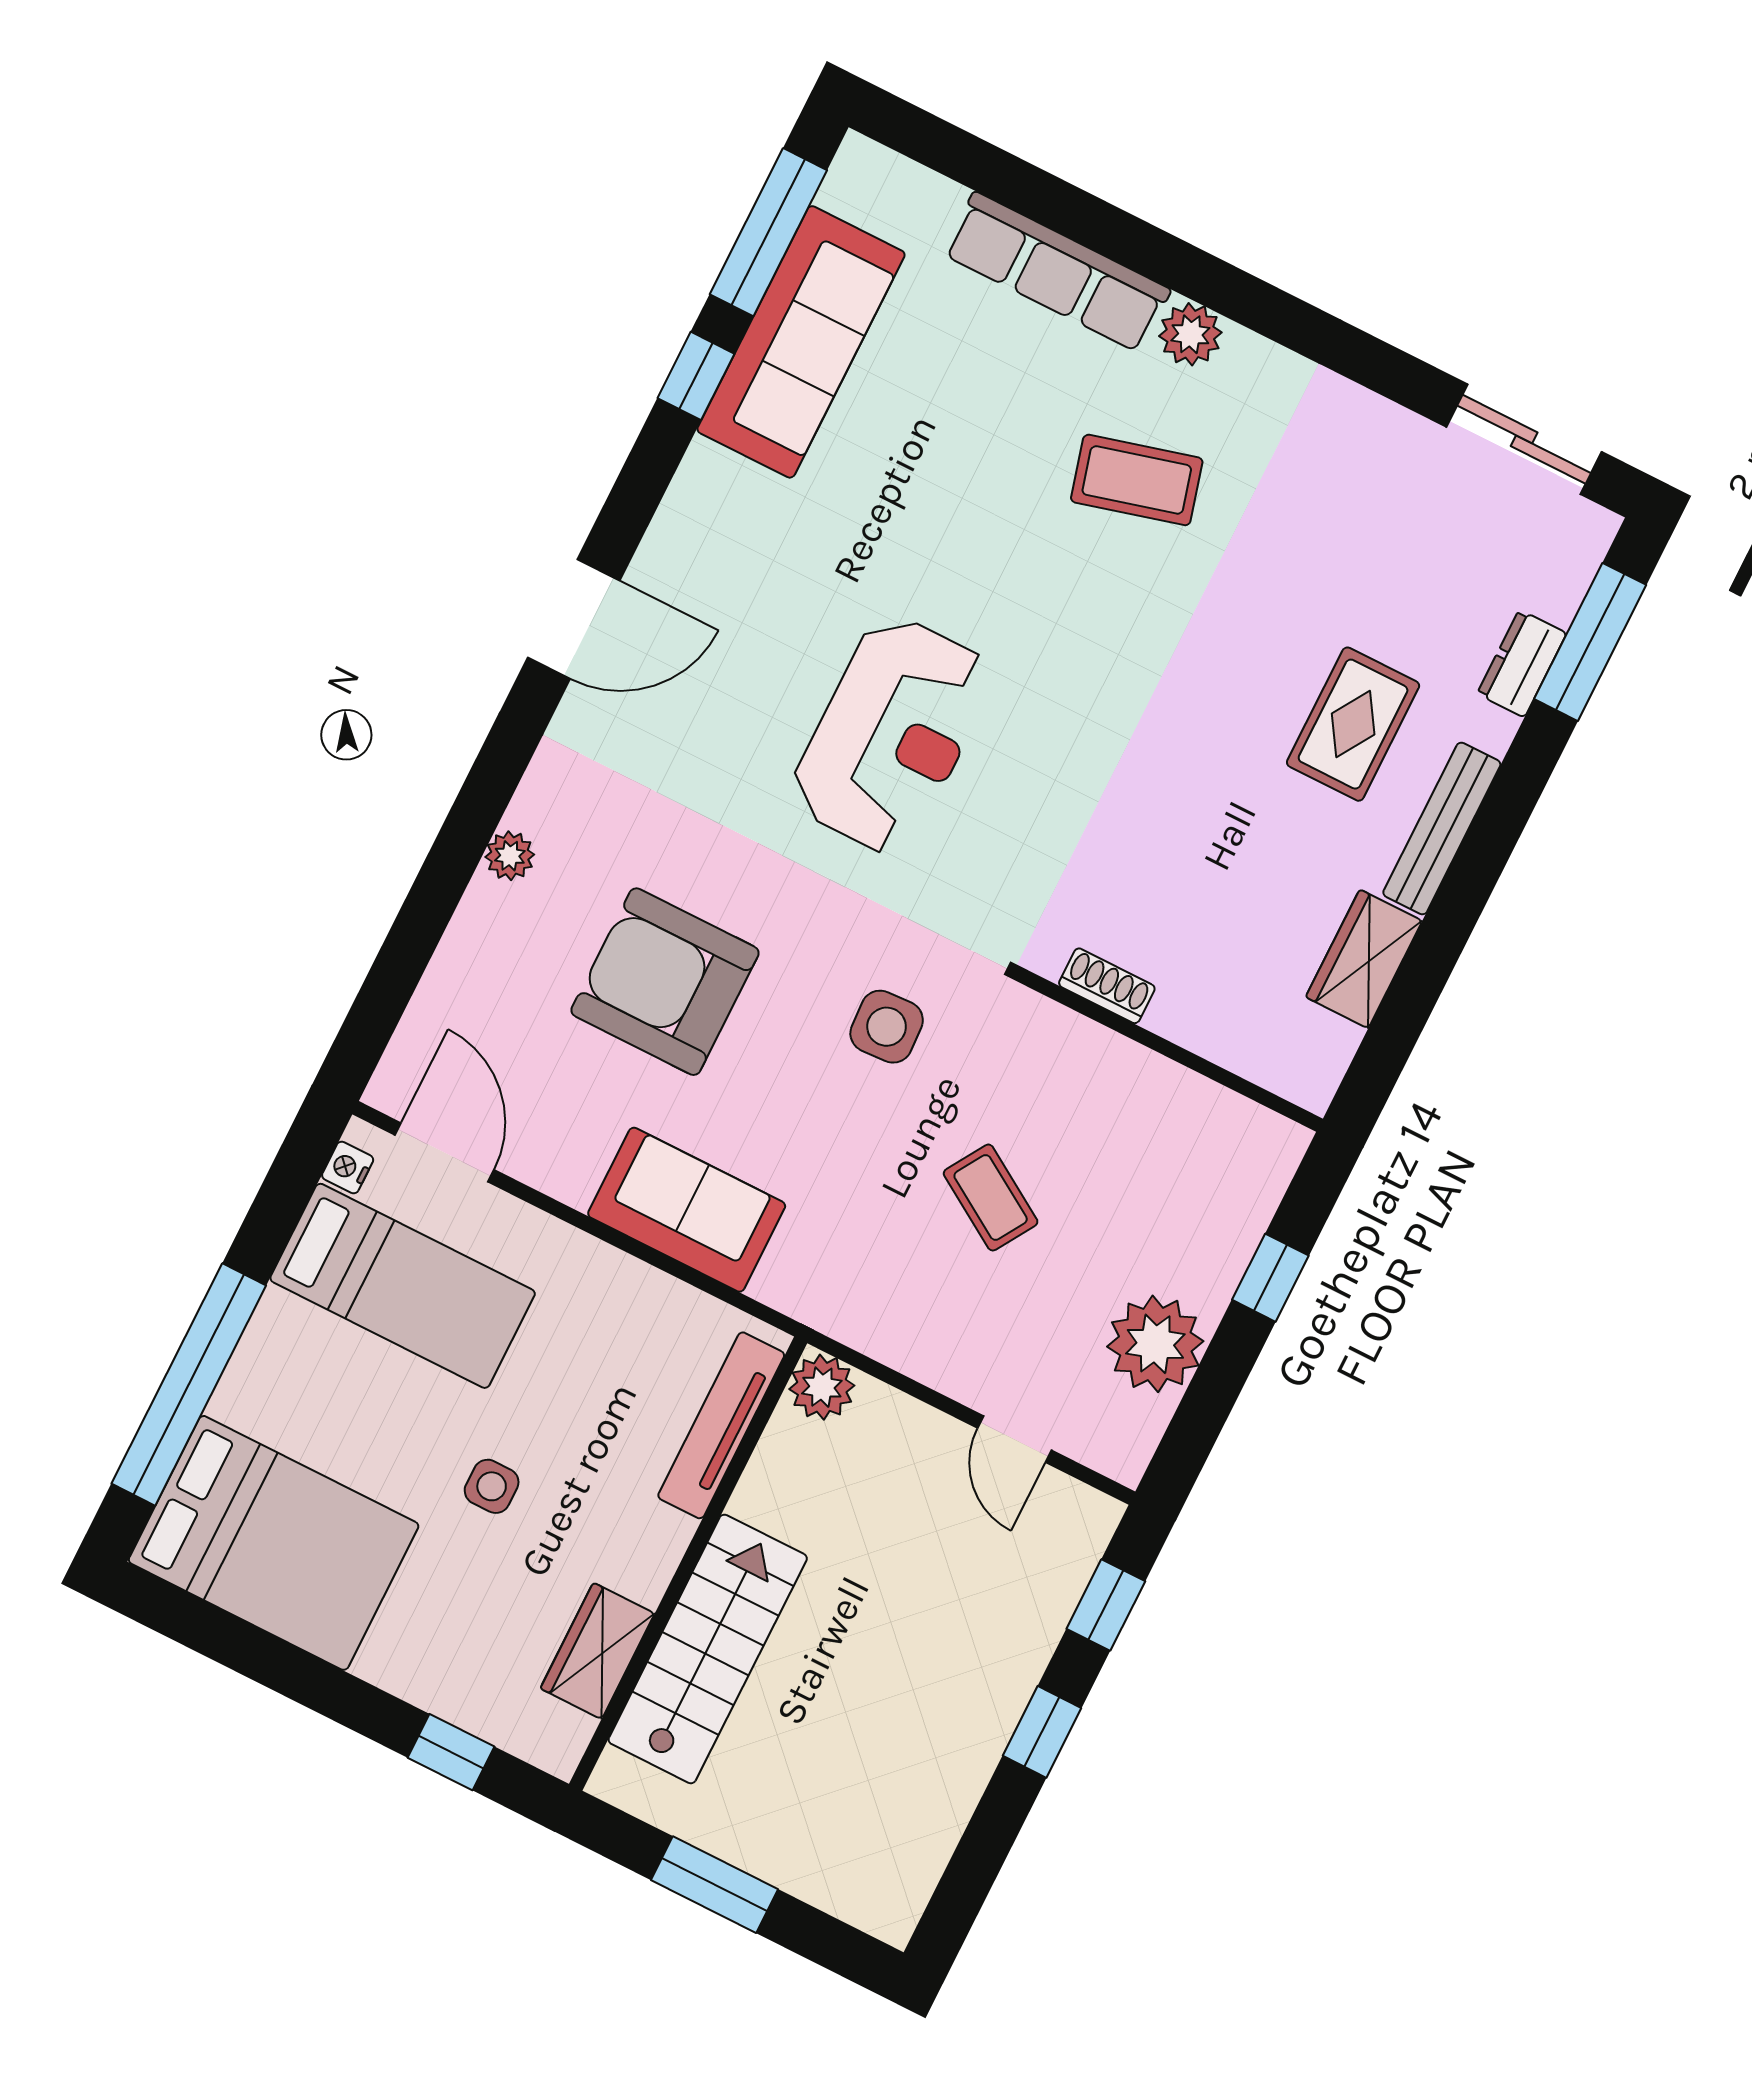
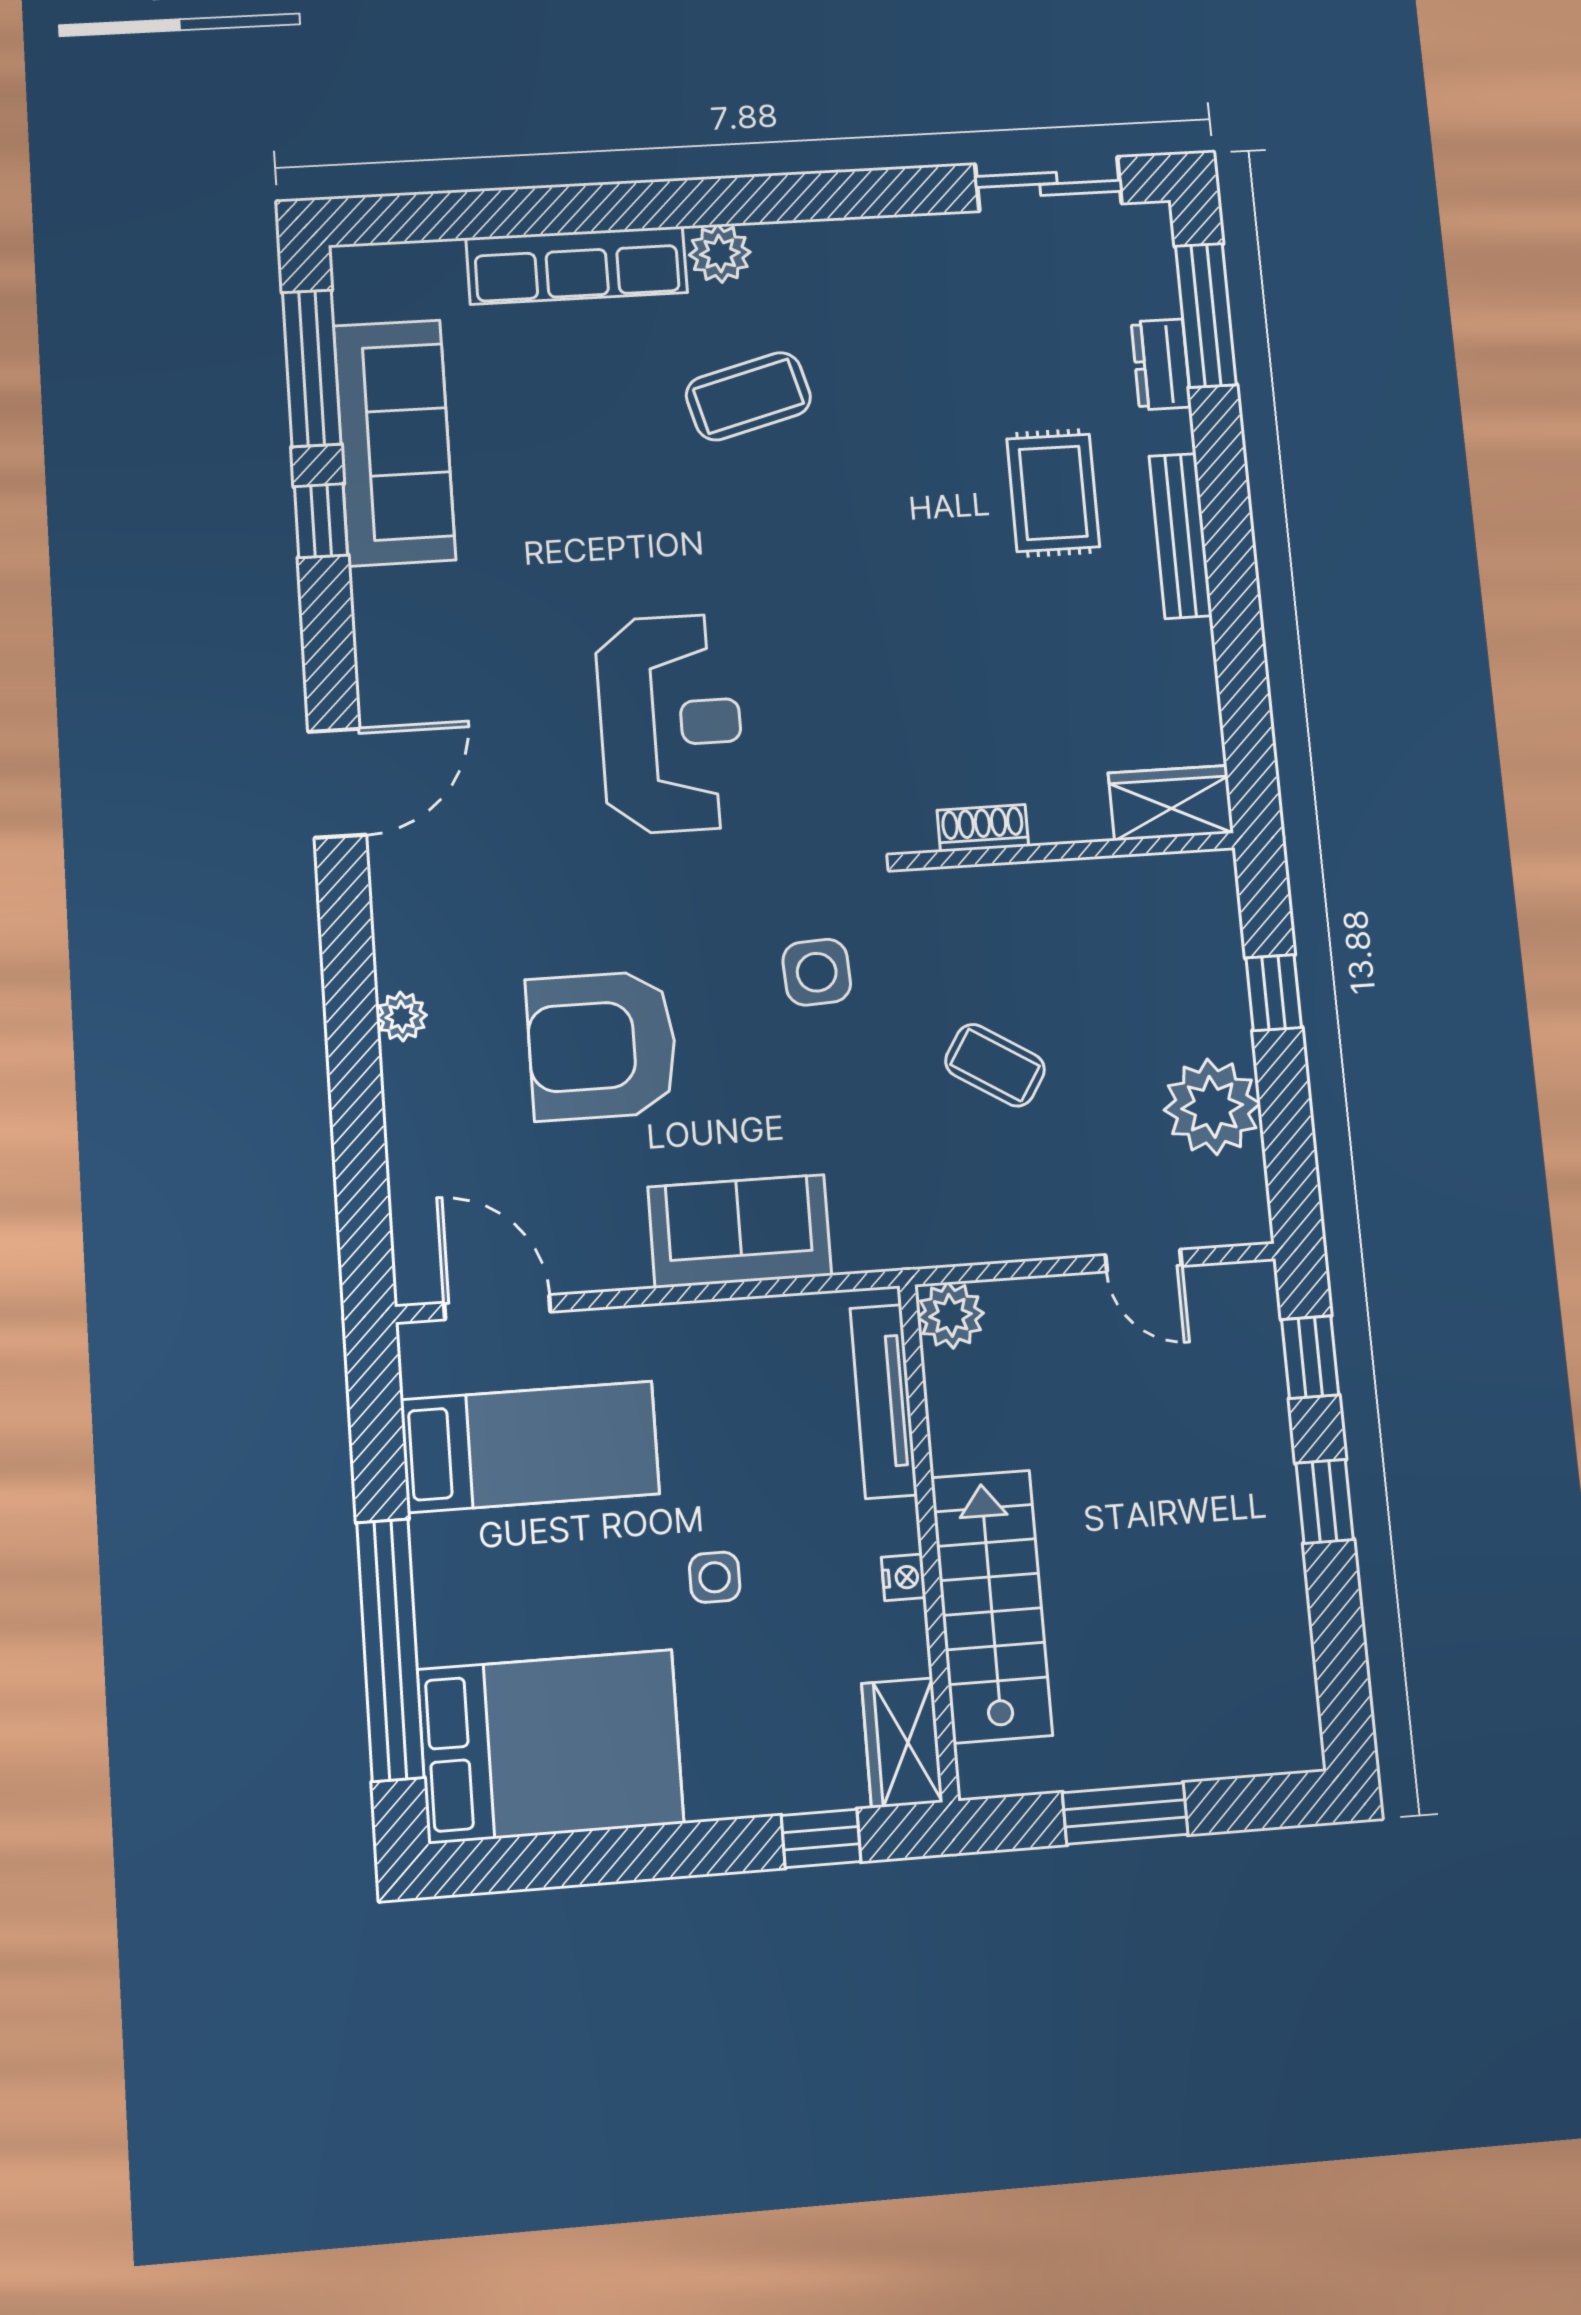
wardrobe: (1364, 959) -> (1171, 803), moved, turned 90
nightstand: (348, 1168) -> (904, 1577), moved, turned 180
wardrobe: (597, 1651) -> (902, 1743), moved

